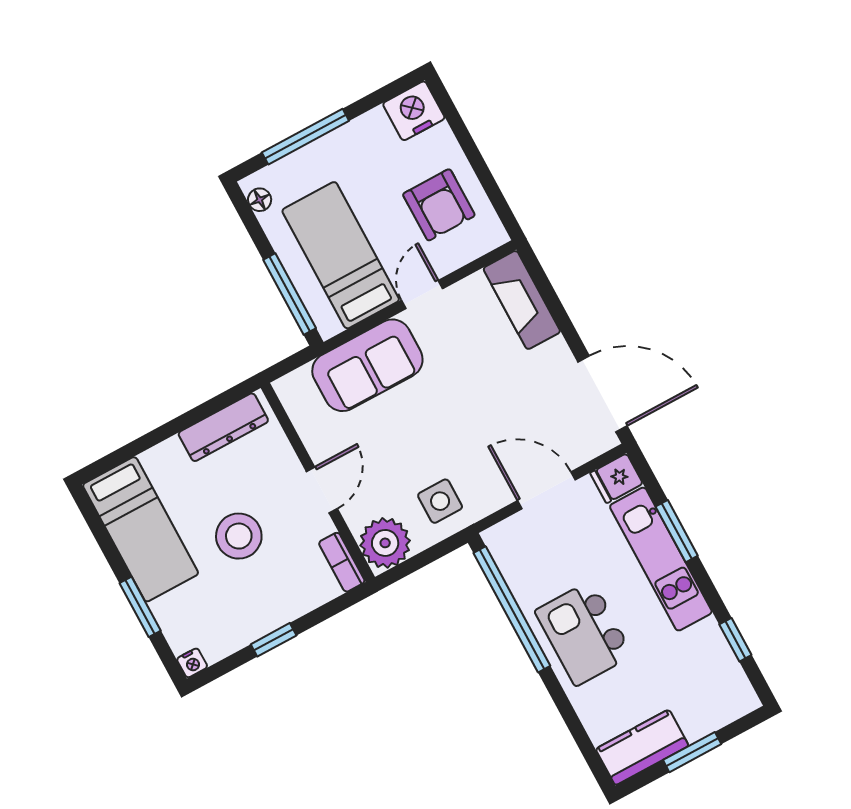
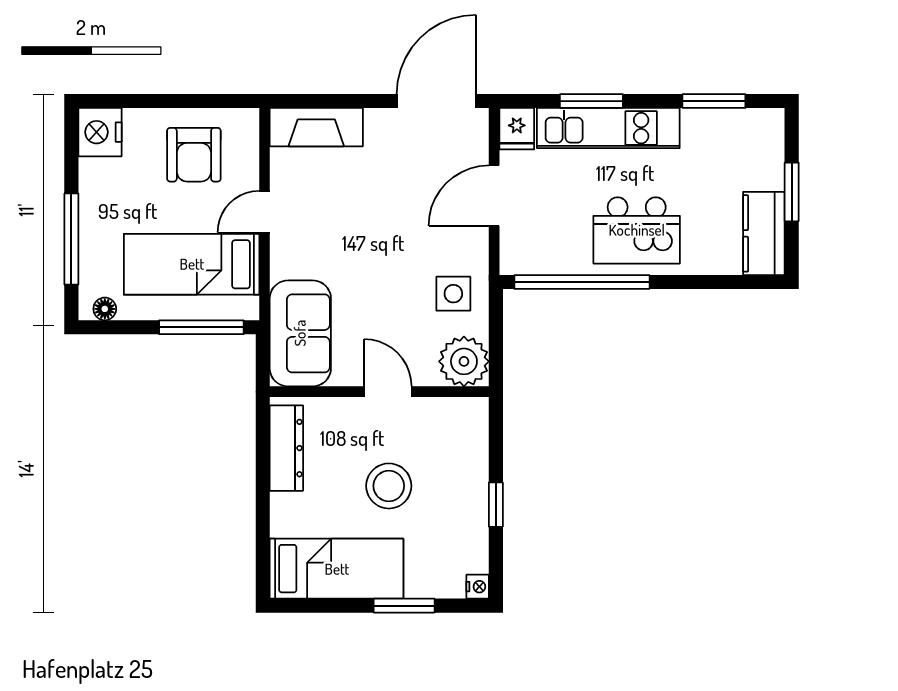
armchair: (439, 205) -> (194, 155), turned 90
door: (422, 295) -> (264, 212), hinge flipped
sofa: (367, 365) -> (300, 333), moved
bookcase: (342, 562) -> (460, 408), removed
window: (735, 640) -> (714, 101), width x1.50

